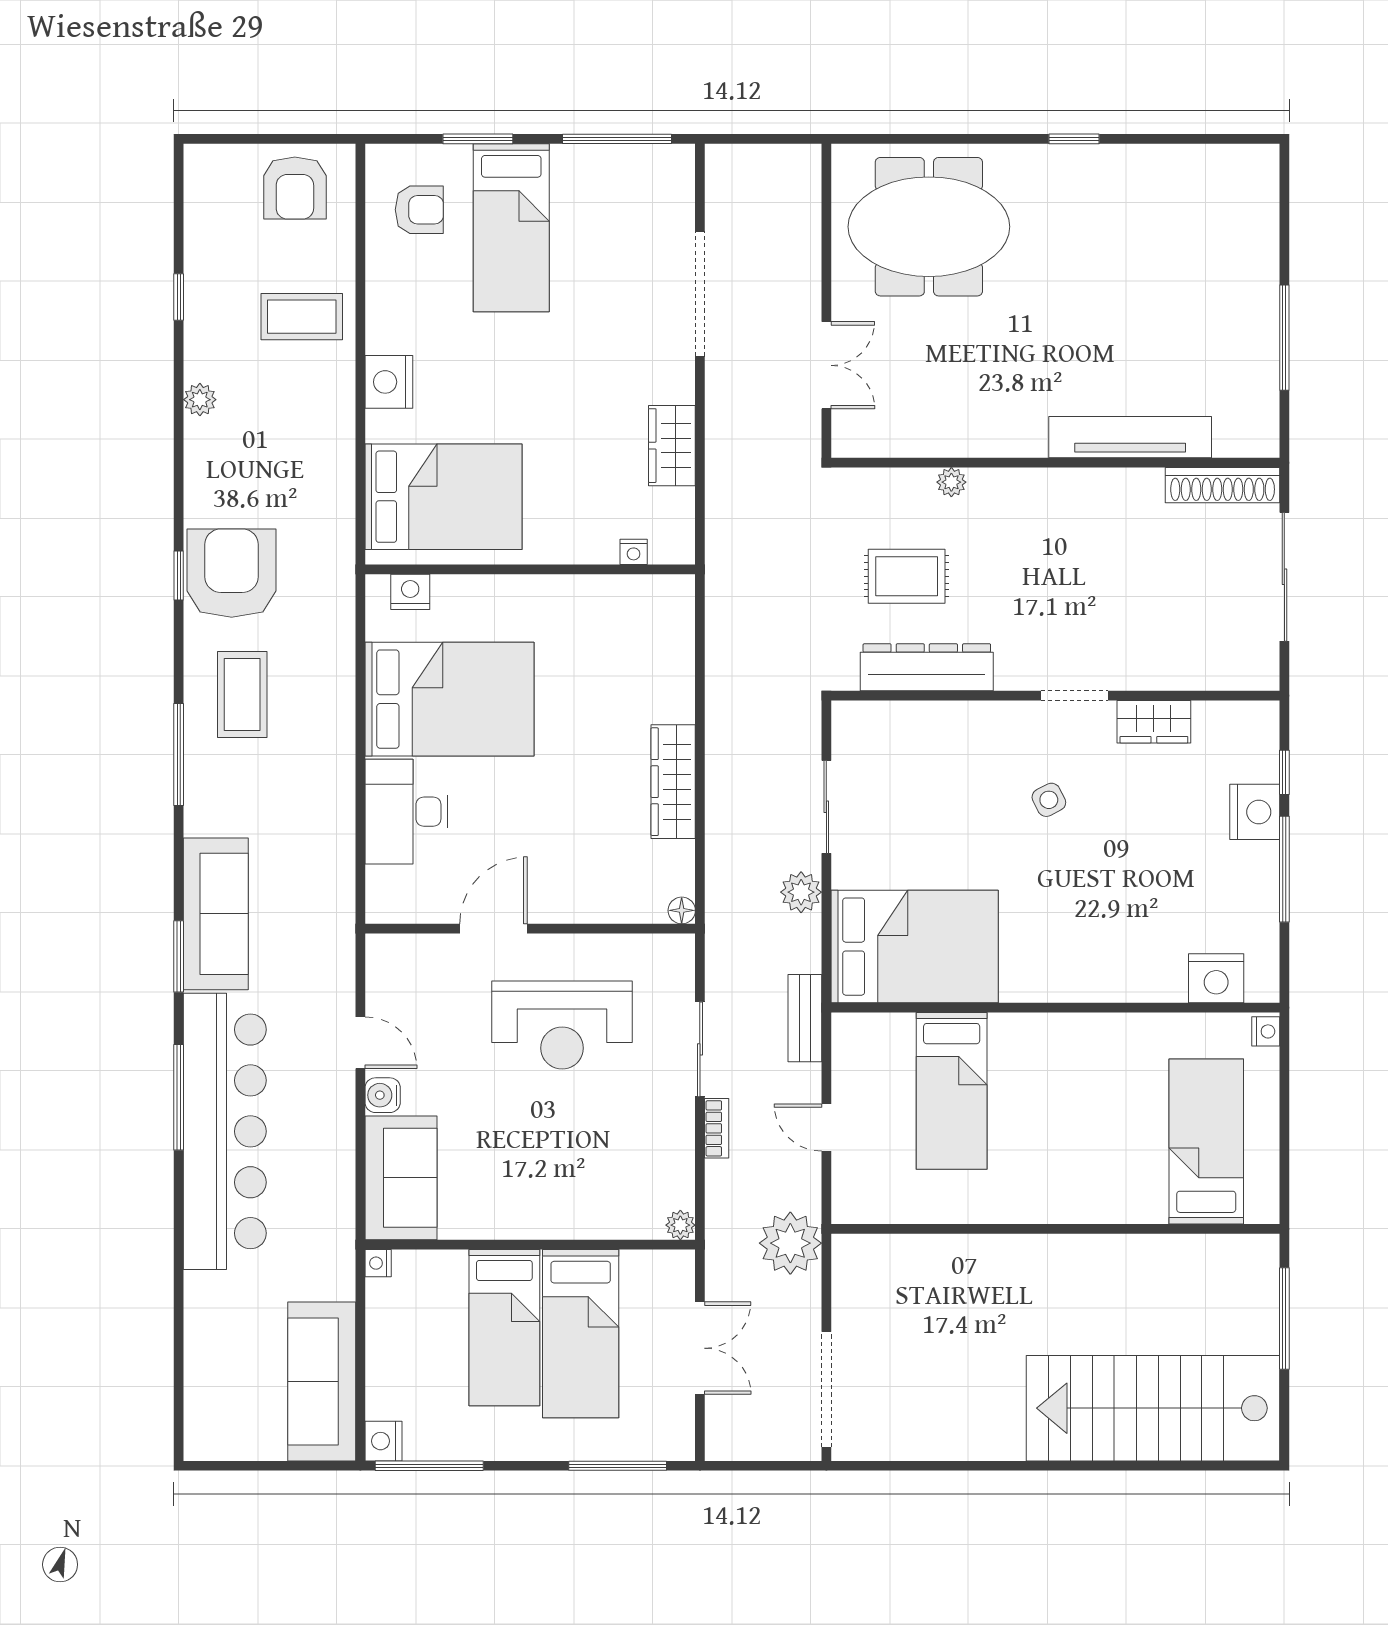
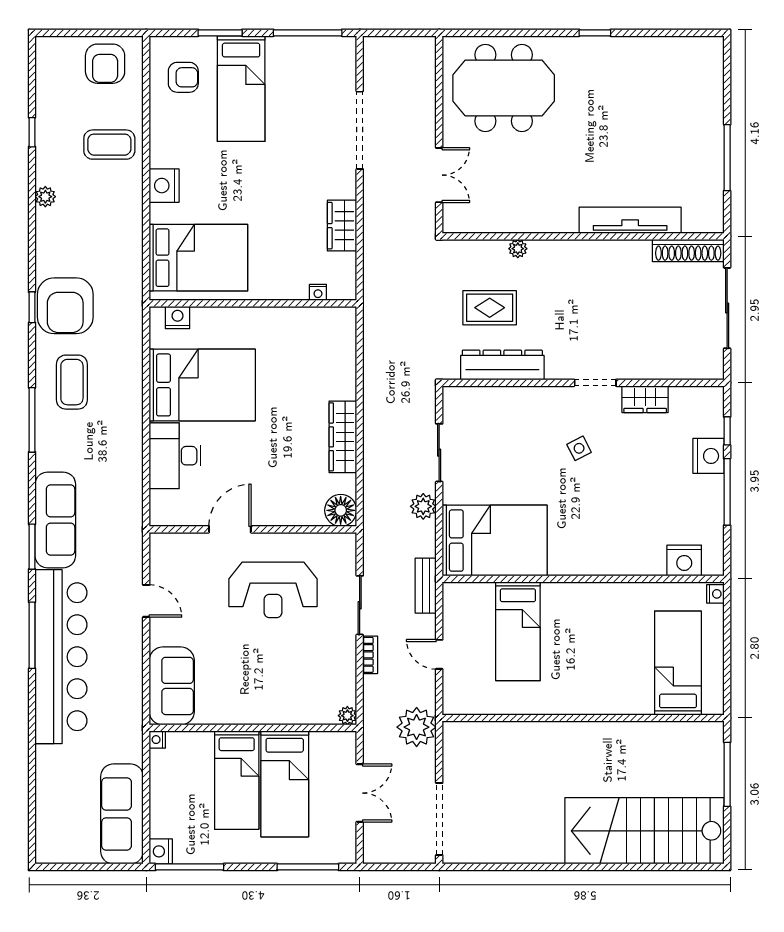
armchair: (232, 573) -> (65, 306), turned 180
floor lamp: (682, 910) -> (341, 510), width x1.89, depth x1.89
water cooler: (383, 1095) -> (160, 634), removed

